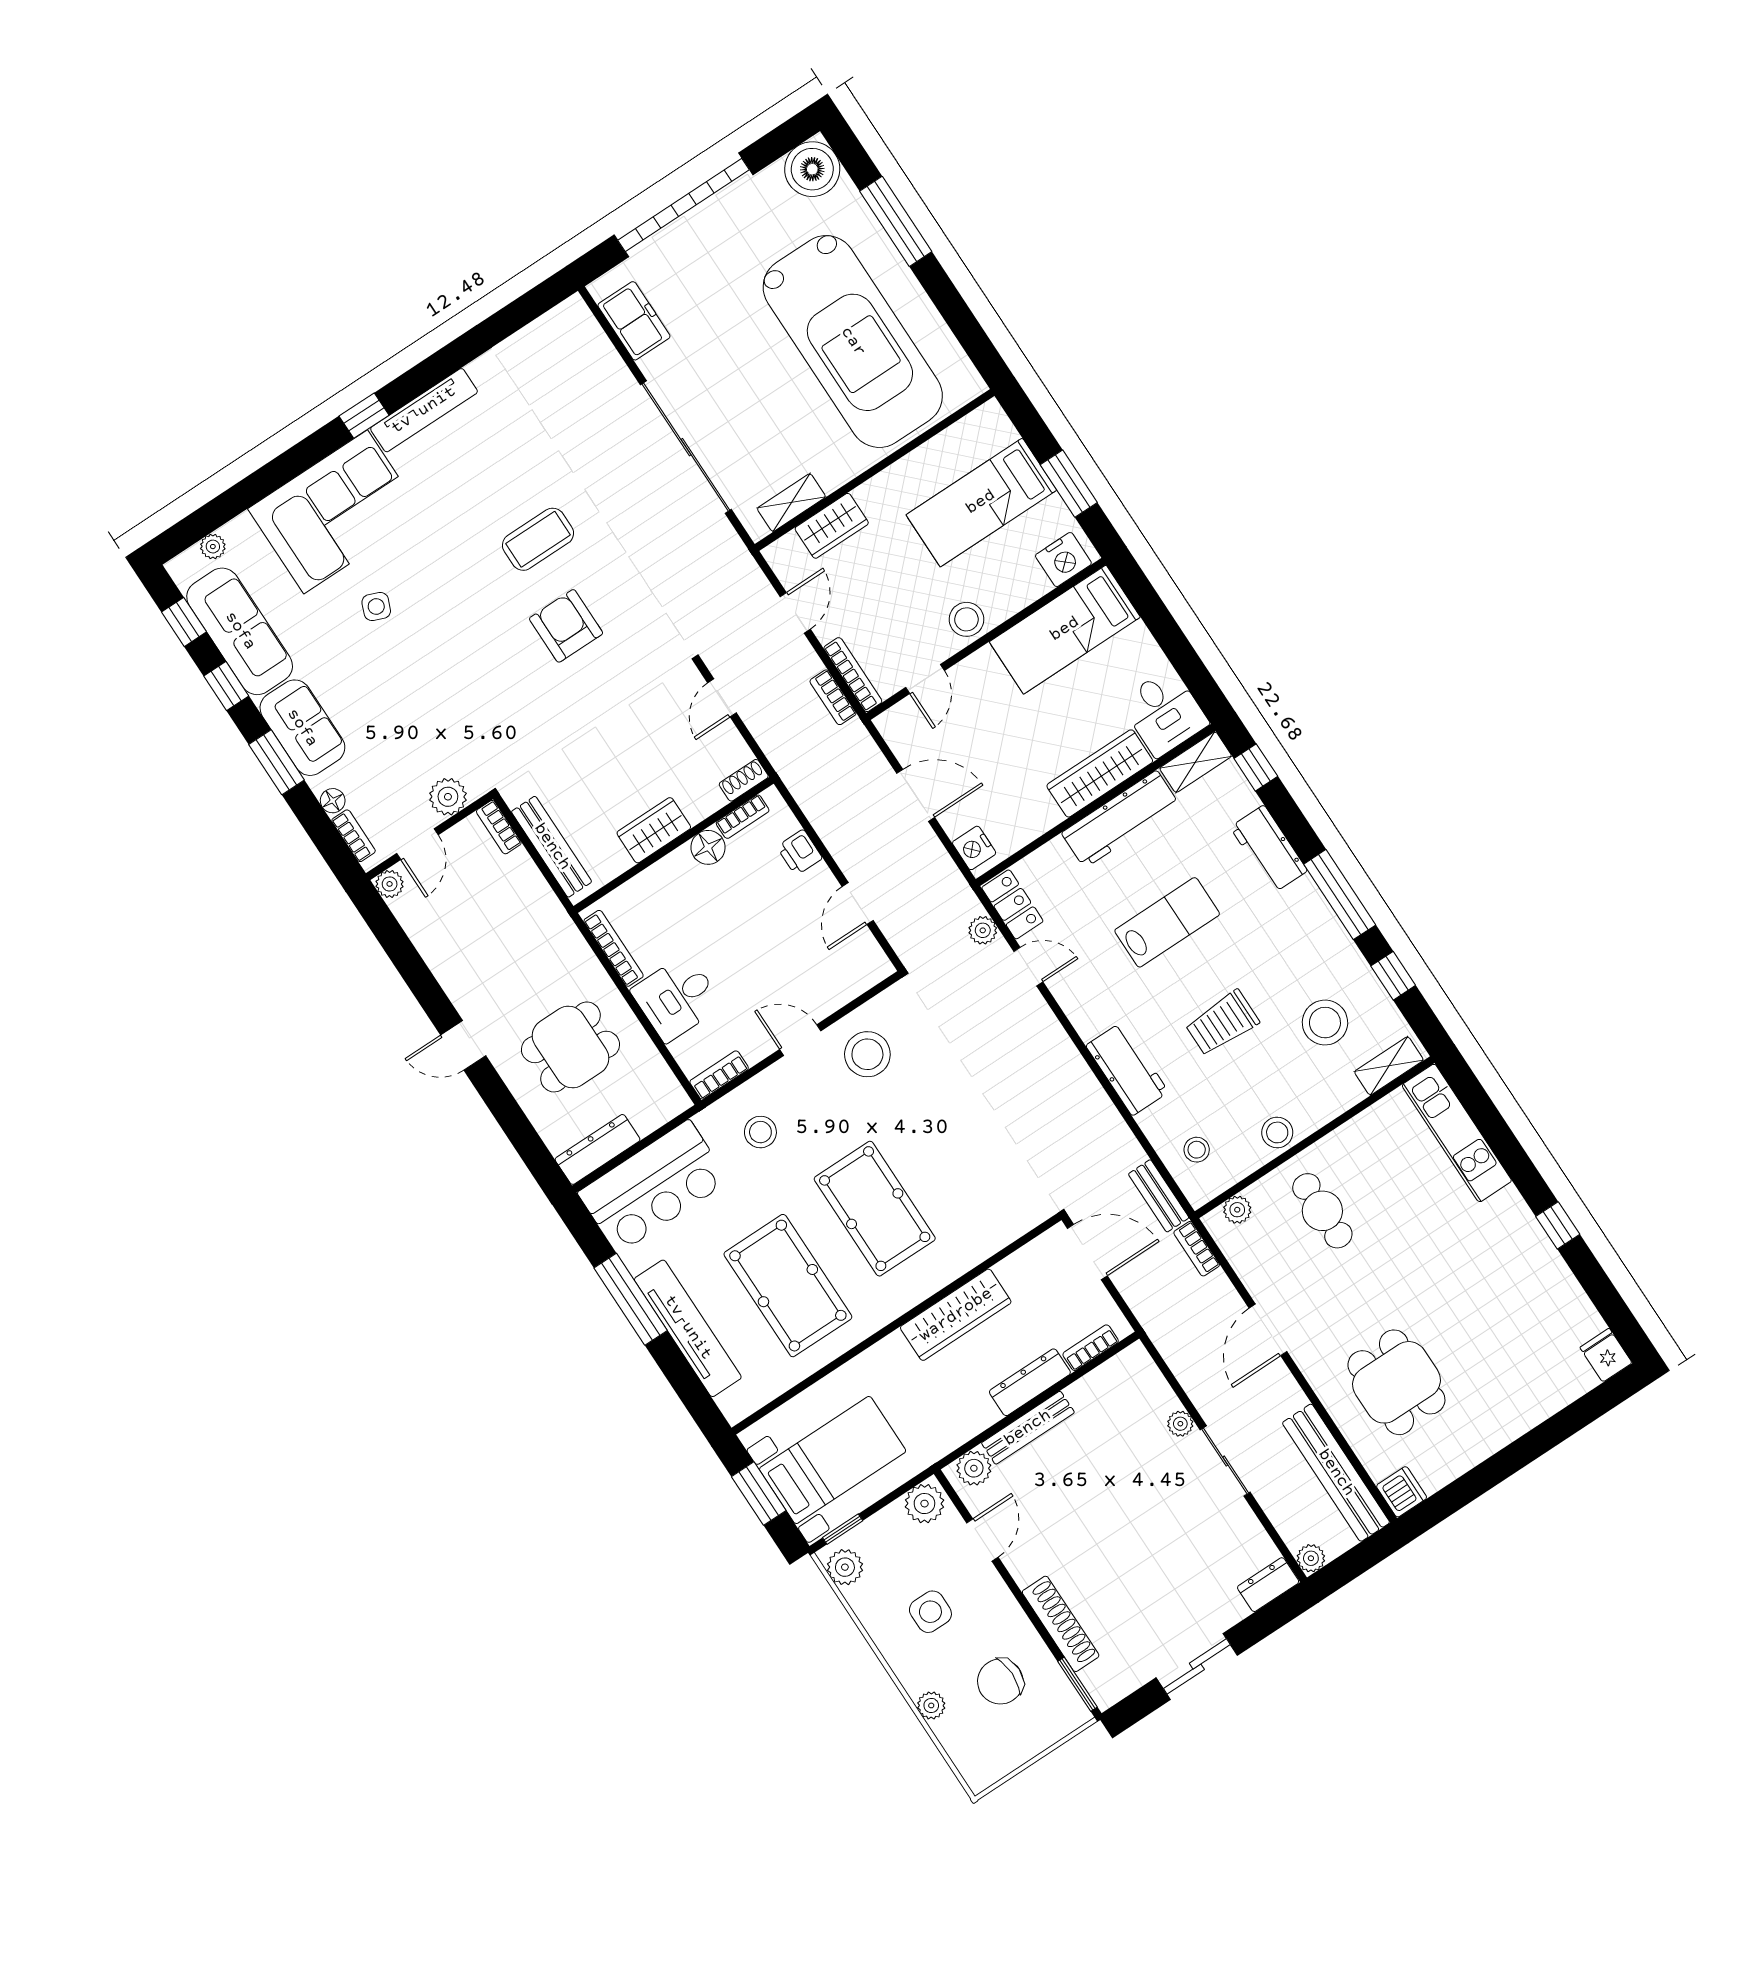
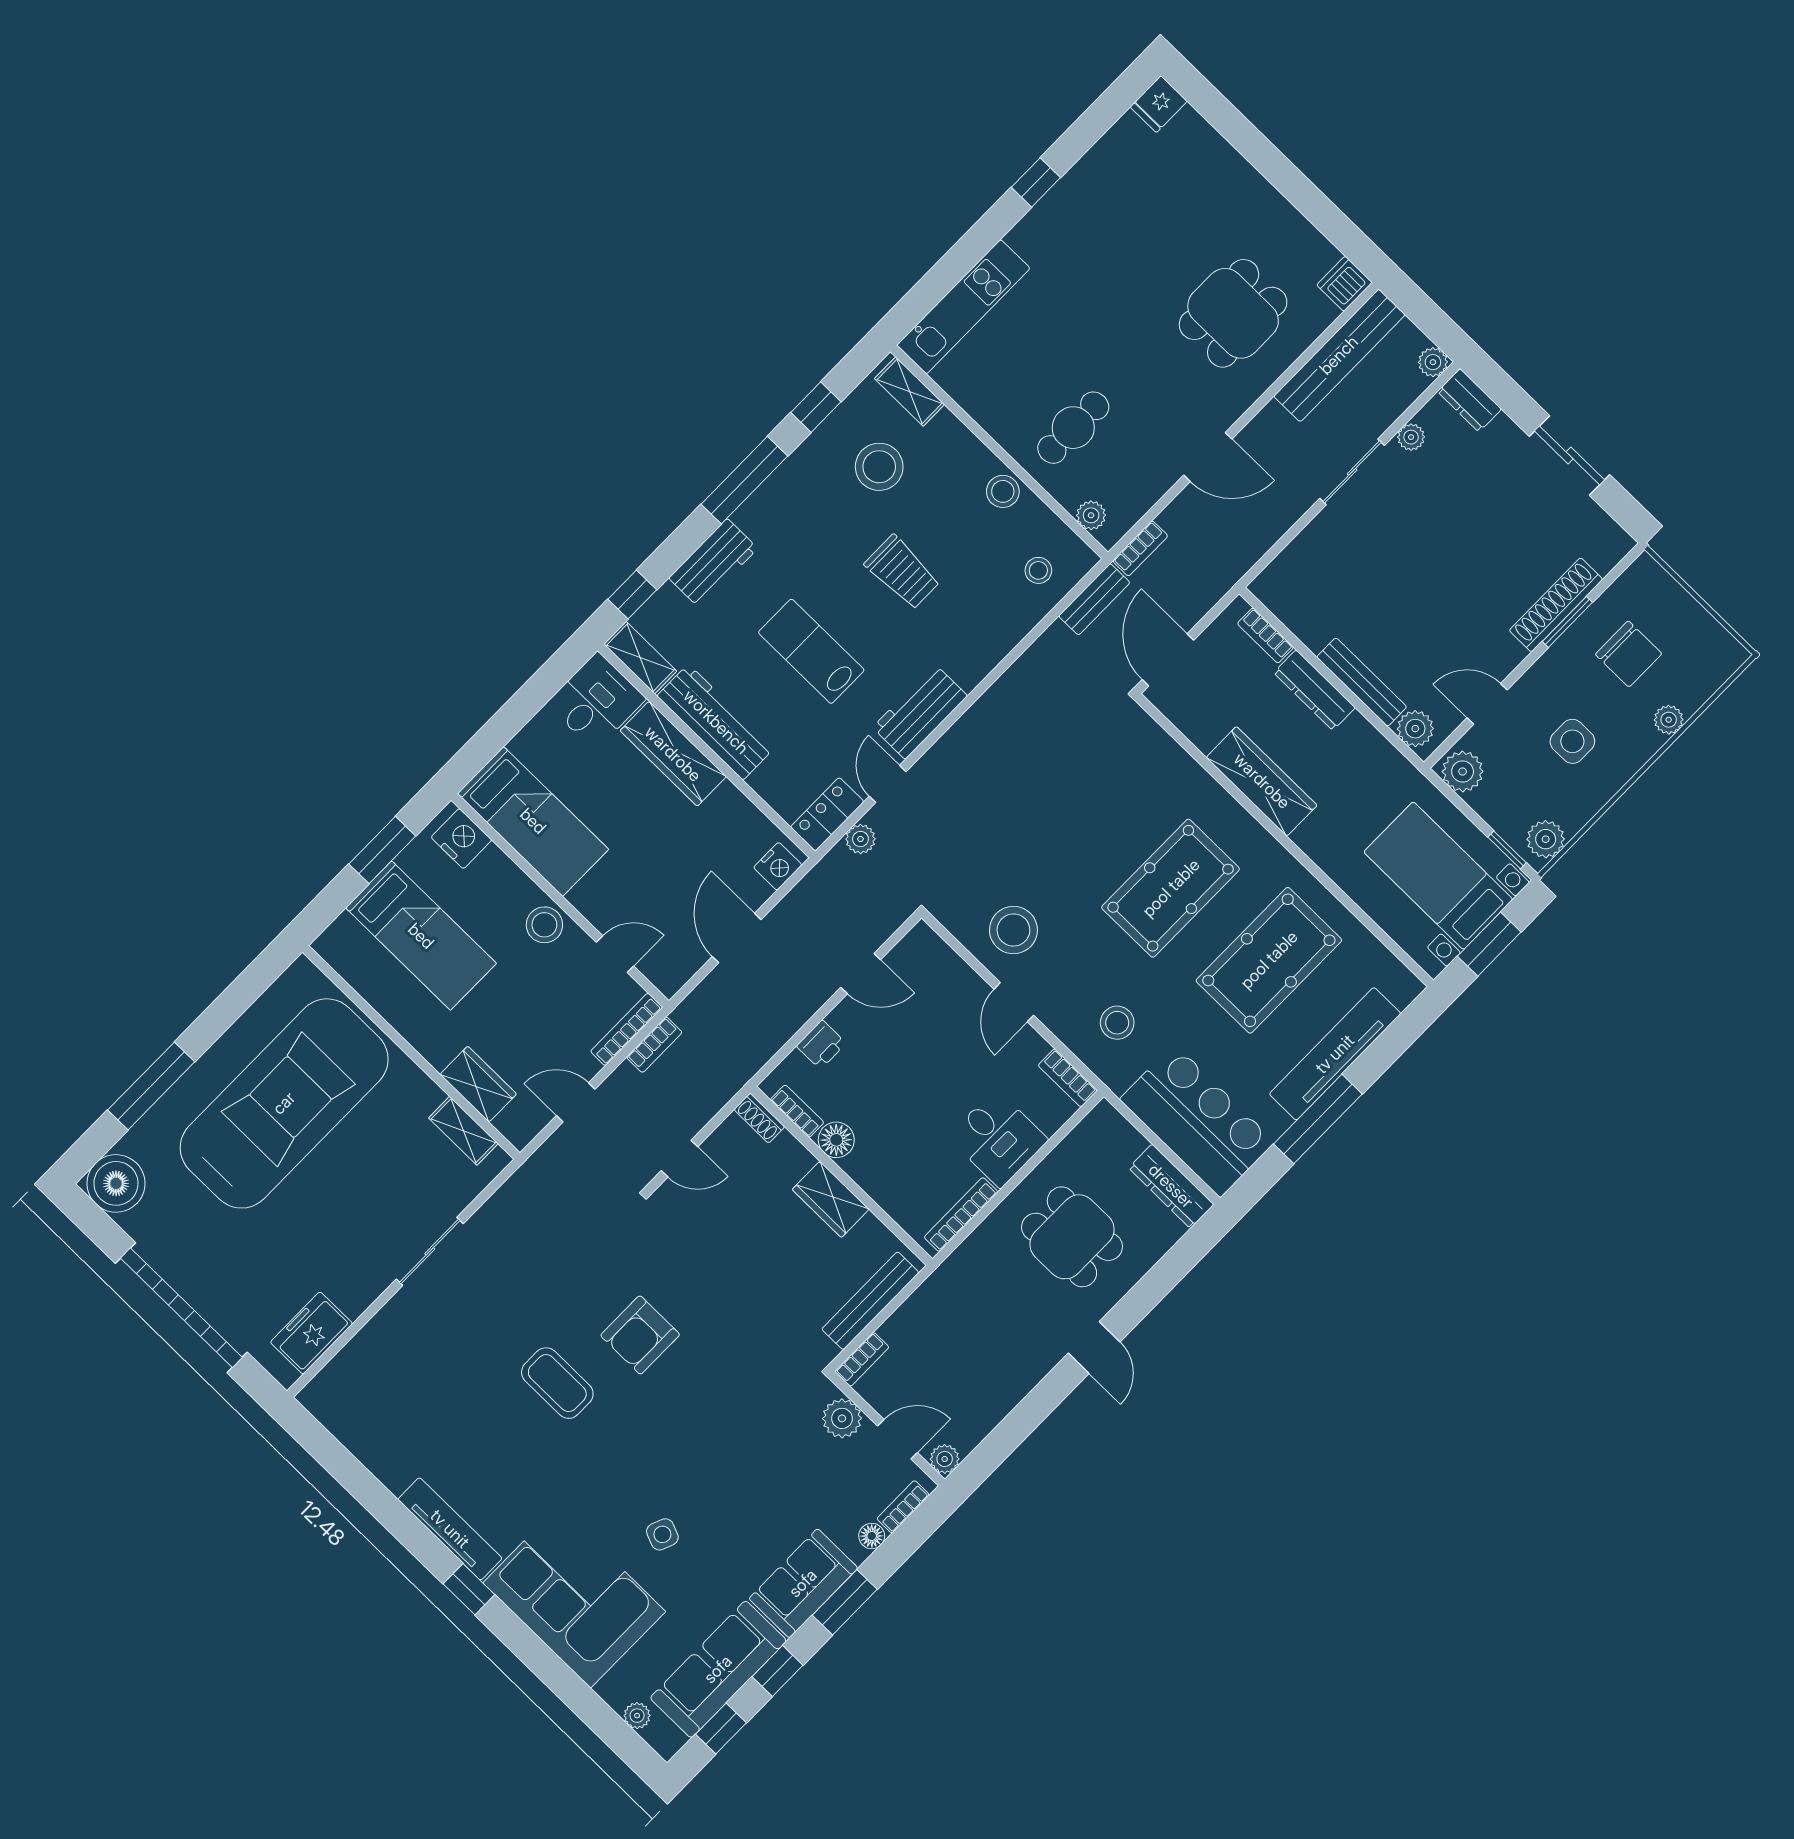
sliding door: (686, 447) -> (430, 1251), width x0.54
workbench: (1127, 1069) -> (920, 712), moved
plant: (1180, 1424) -> (1411, 437), moved
window: (1078, 1684) -> (1567, 622), moved

